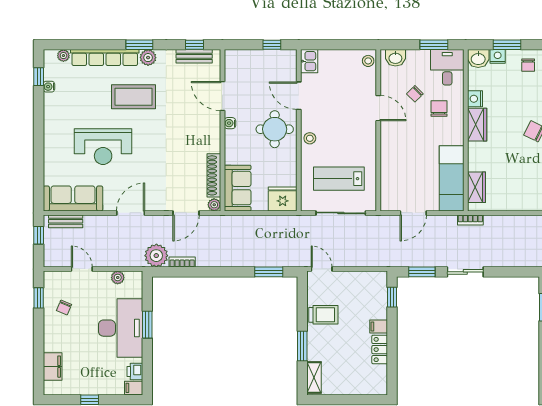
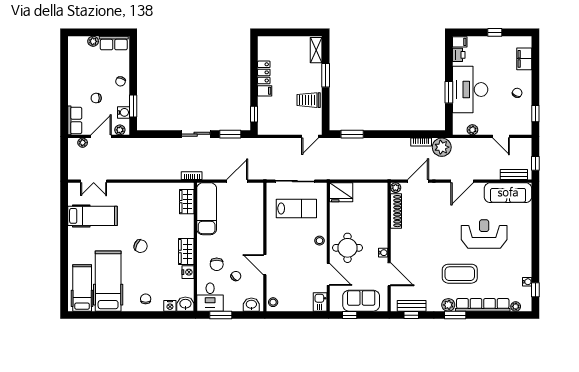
window: (507, 45) -> (163, 315), removed
sofa: (238, 188) -> (361, 301), moved, turned 90
door: (322, 269) -> (310, 136), hinge flipped
chair: (64, 308) -> (517, 93), moved

